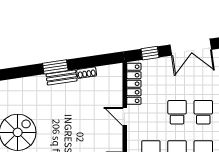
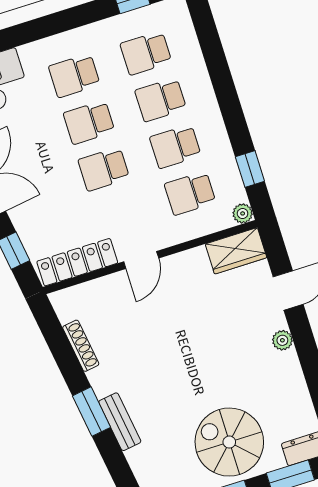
shoe rack: (87, 73) -> (81, 346), width x1.43
bench: (62, 77) -> (120, 422), moved

